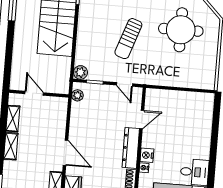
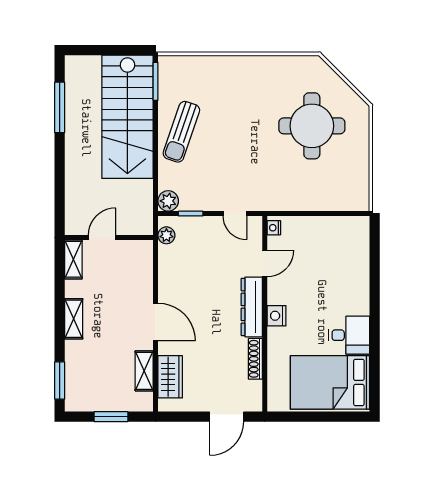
sun lounger: (128, 39) -> (181, 132), moved
door: (34, 93) -> (102, 237), hinge flipped
shelving: (13, 119) -> (73, 259), moved
nightstand: (144, 168) -> (274, 228), moved

